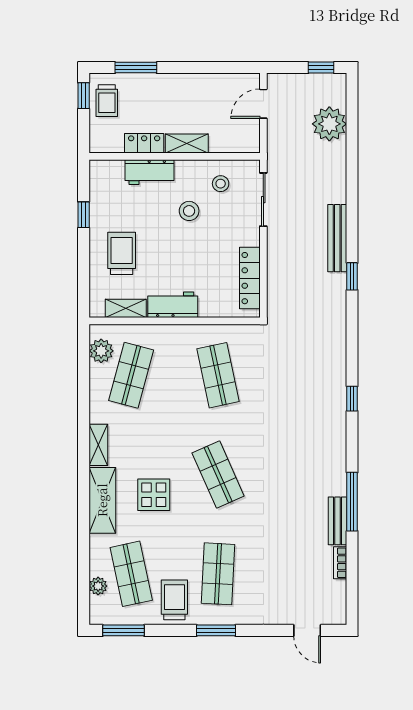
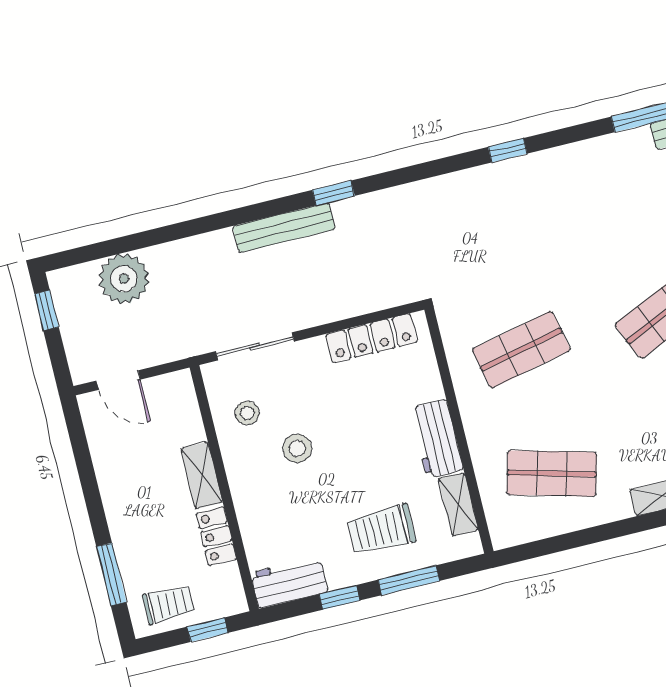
window: (84, 96) -> (207, 630), moved
workbench: (149, 172) -> (289, 582), moved, turned -90
window: (84, 263) -> (409, 580), added
plant: (101, 351) -> (527, 525), removed

